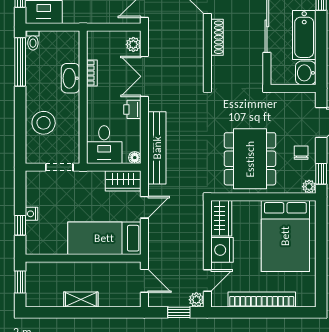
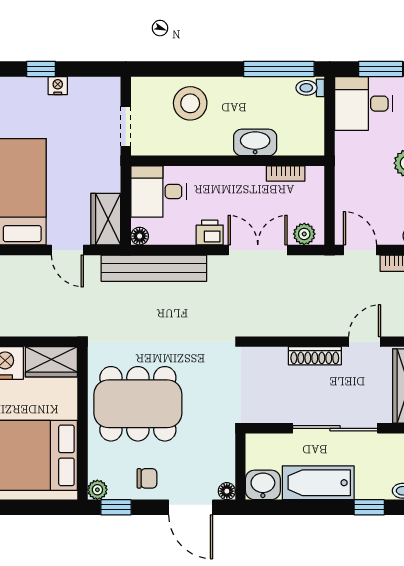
bookcase: (92, 73) -> (286, 174), moved
floor lamp: (310, 98) -> (227, 491), added

